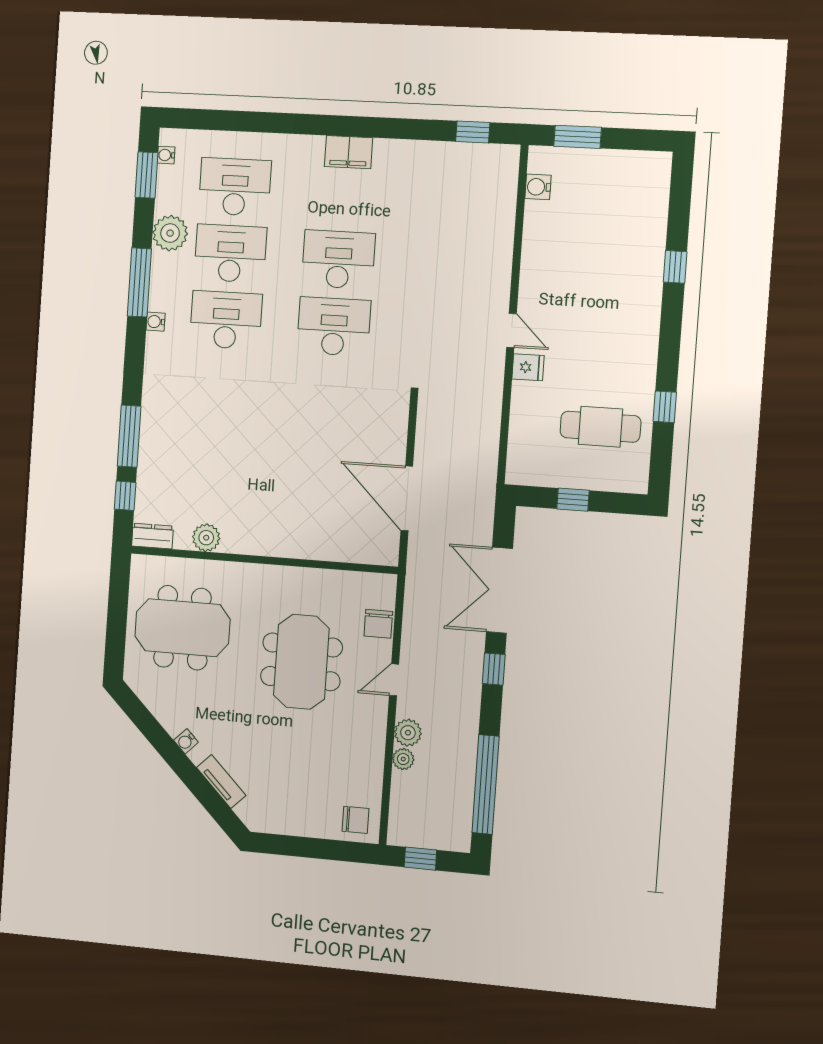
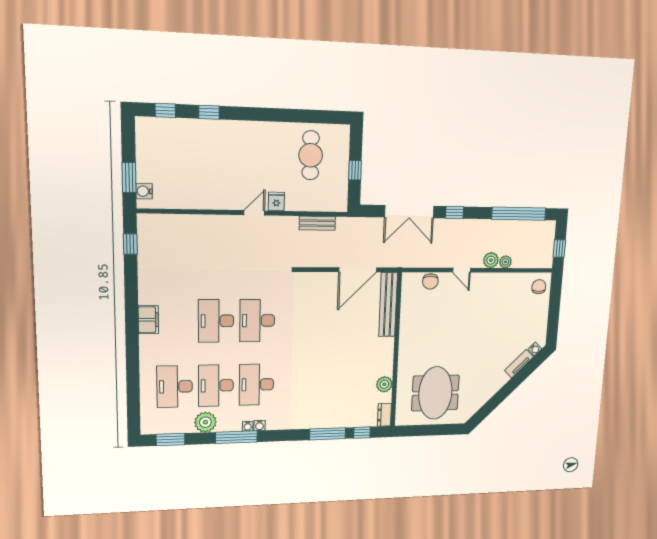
water cooler: (166, 155) -> (248, 426), moved
water cooler: (538, 187) -> (144, 191), moved, turned 90
window: (665, 407) -> (165, 110), moved
bench: (489, 433) -> (317, 223), added
bench: (344, 549) -> (388, 305), added
chair: (378, 624) -> (430, 281), turned 90
meeting table: (301, 662) -> (453, 324), removed
water cooler: (186, 741) -> (535, 349), moved

